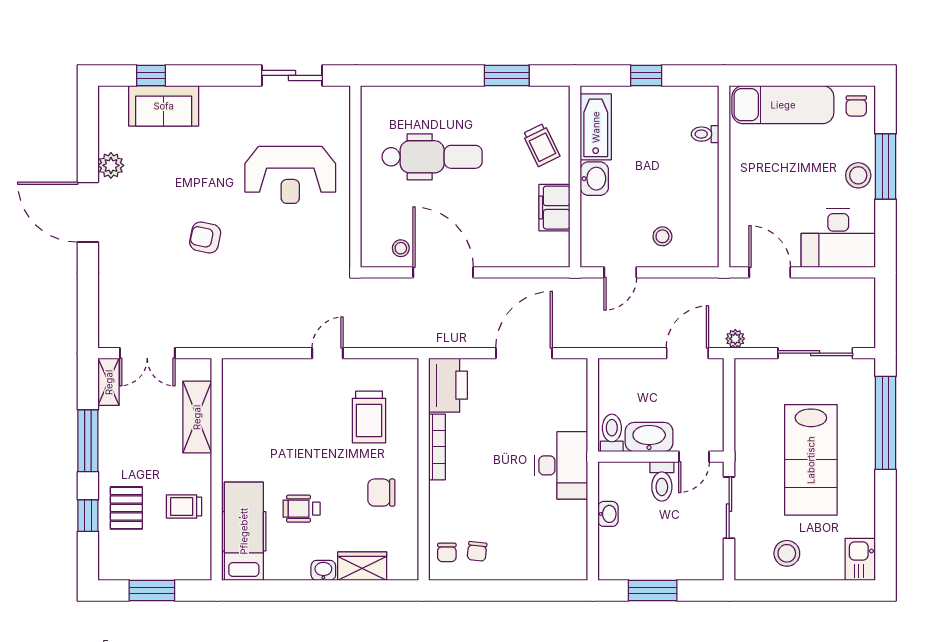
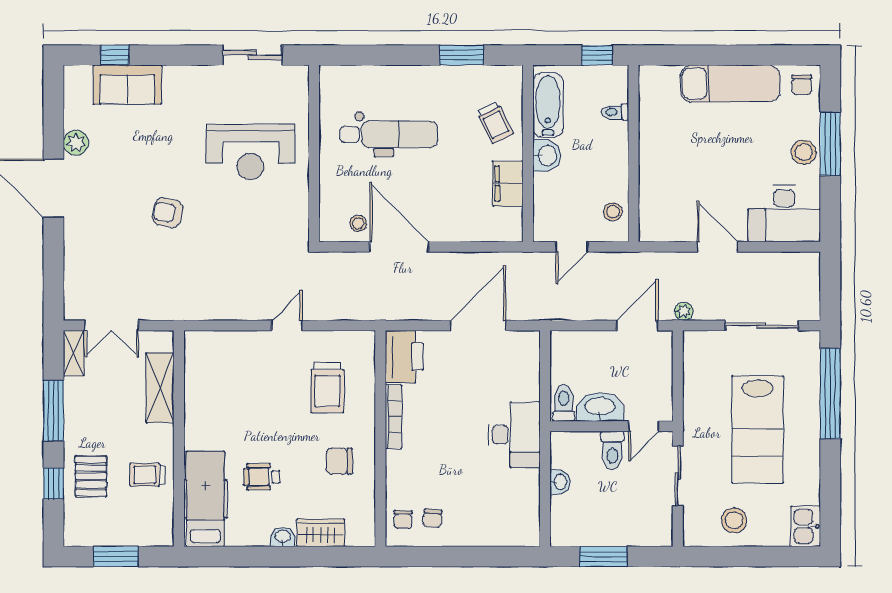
toilet: (705, 134) -> (615, 112), moved
wall: (724, 176) -> (634, 153), moved

